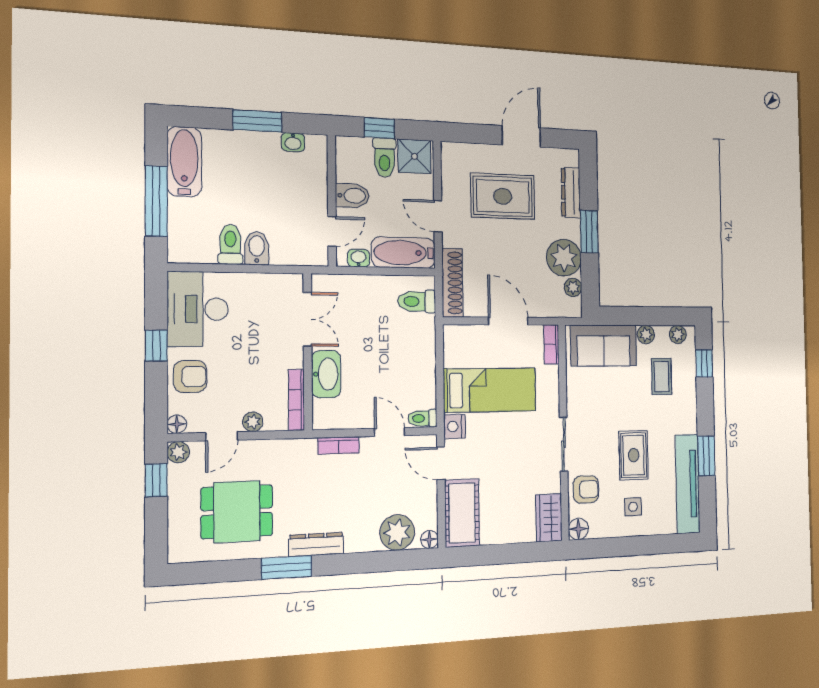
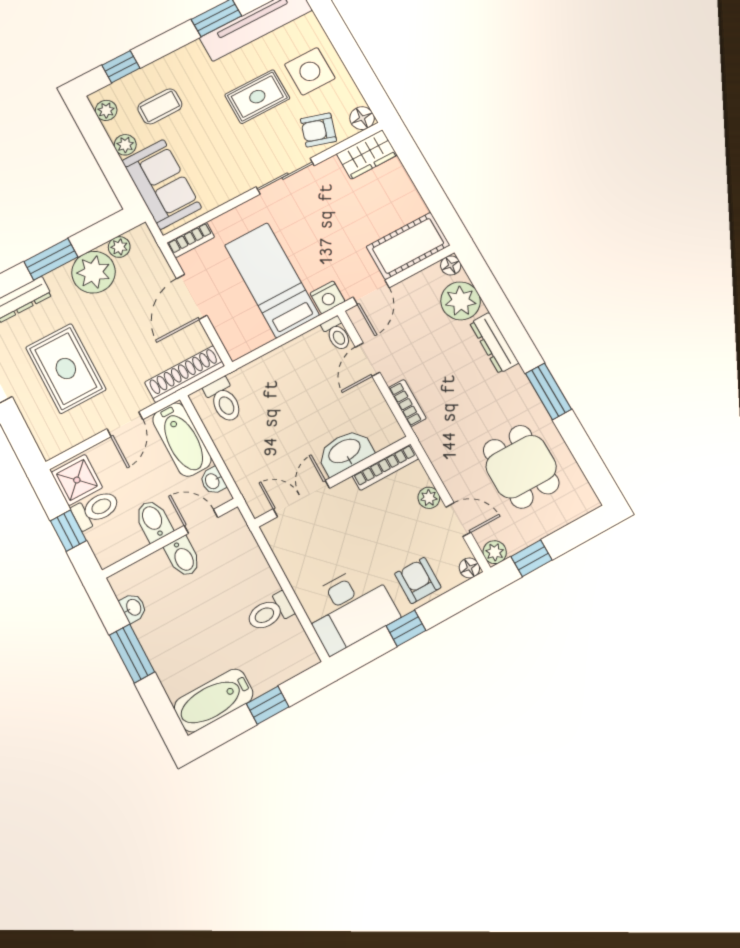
window: (156, 201) -> (268, 705), width x0.46
bidet: (257, 248) -> (183, 557), moved, turned -90
armchair: (586, 489) -> (318, 130), turned -73
side table: (633, 507) -> (310, 71), width x1.87, depth x1.87
dresser: (316, 544) -> (494, 343), moved

